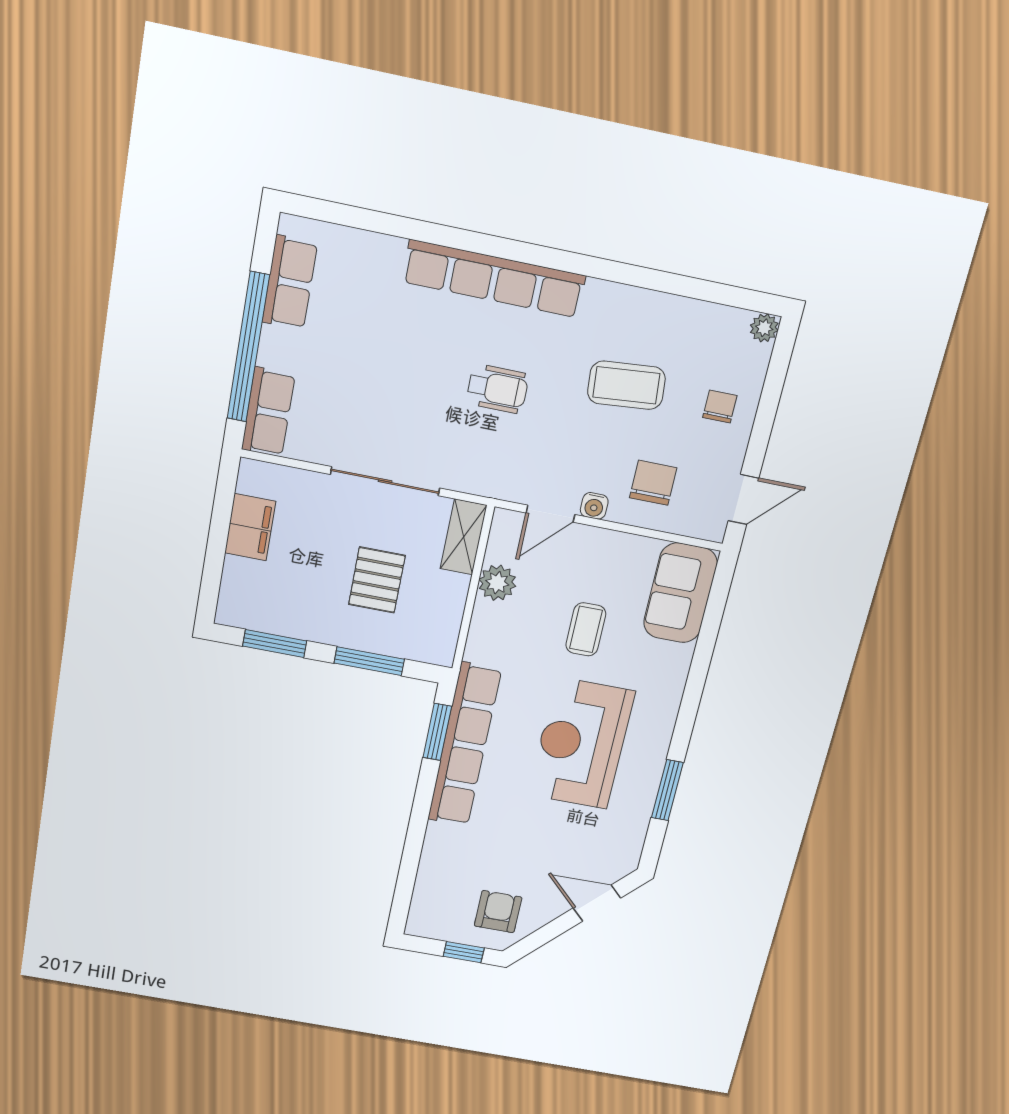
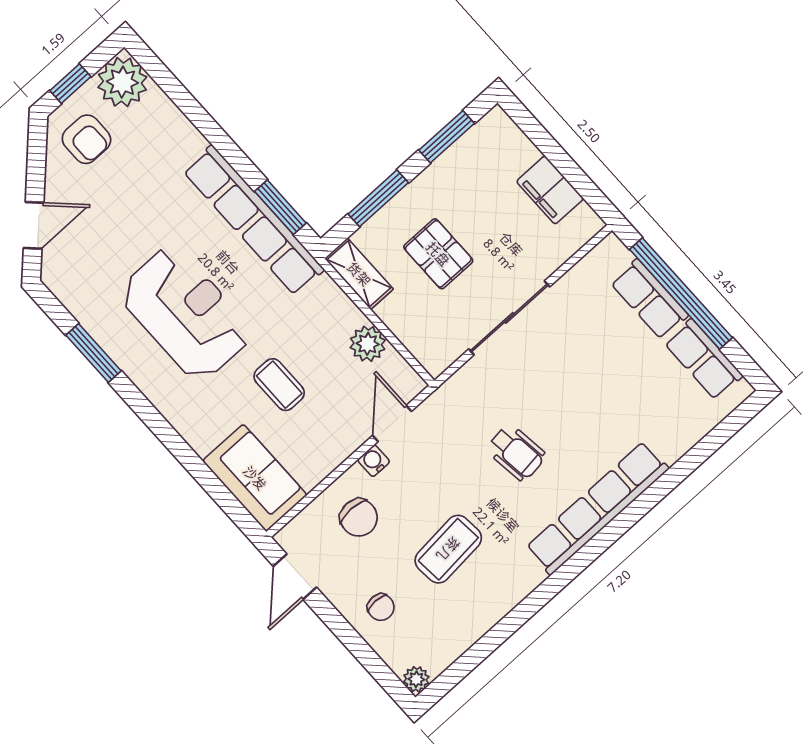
wheelchair: (497, 389) -> (516, 453), turned -97
row of seats: (268, 412) -> (649, 299), moved
shelving: (464, 537) -> (359, 274), moved
plant: (432, 917) -> (122, 82), added

